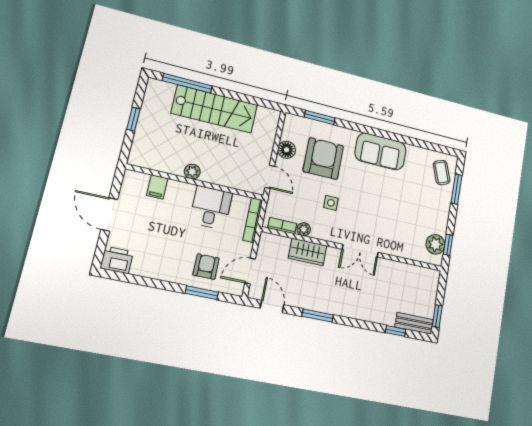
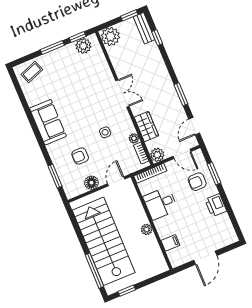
stairs: (215, 109) -> (104, 241), width x1.36, depth x1.51
window: (133, 119) -> (127, 291), moved
armchair: (323, 159) -> (80, 156), width x0.53, depth x0.53
window: (457, 189) -> (52, 48), moved
plant: (268, 242) -> (157, 155), added
printer: (117, 260) -> (216, 205), moved
plant: (428, 280) -> (110, 36), added

